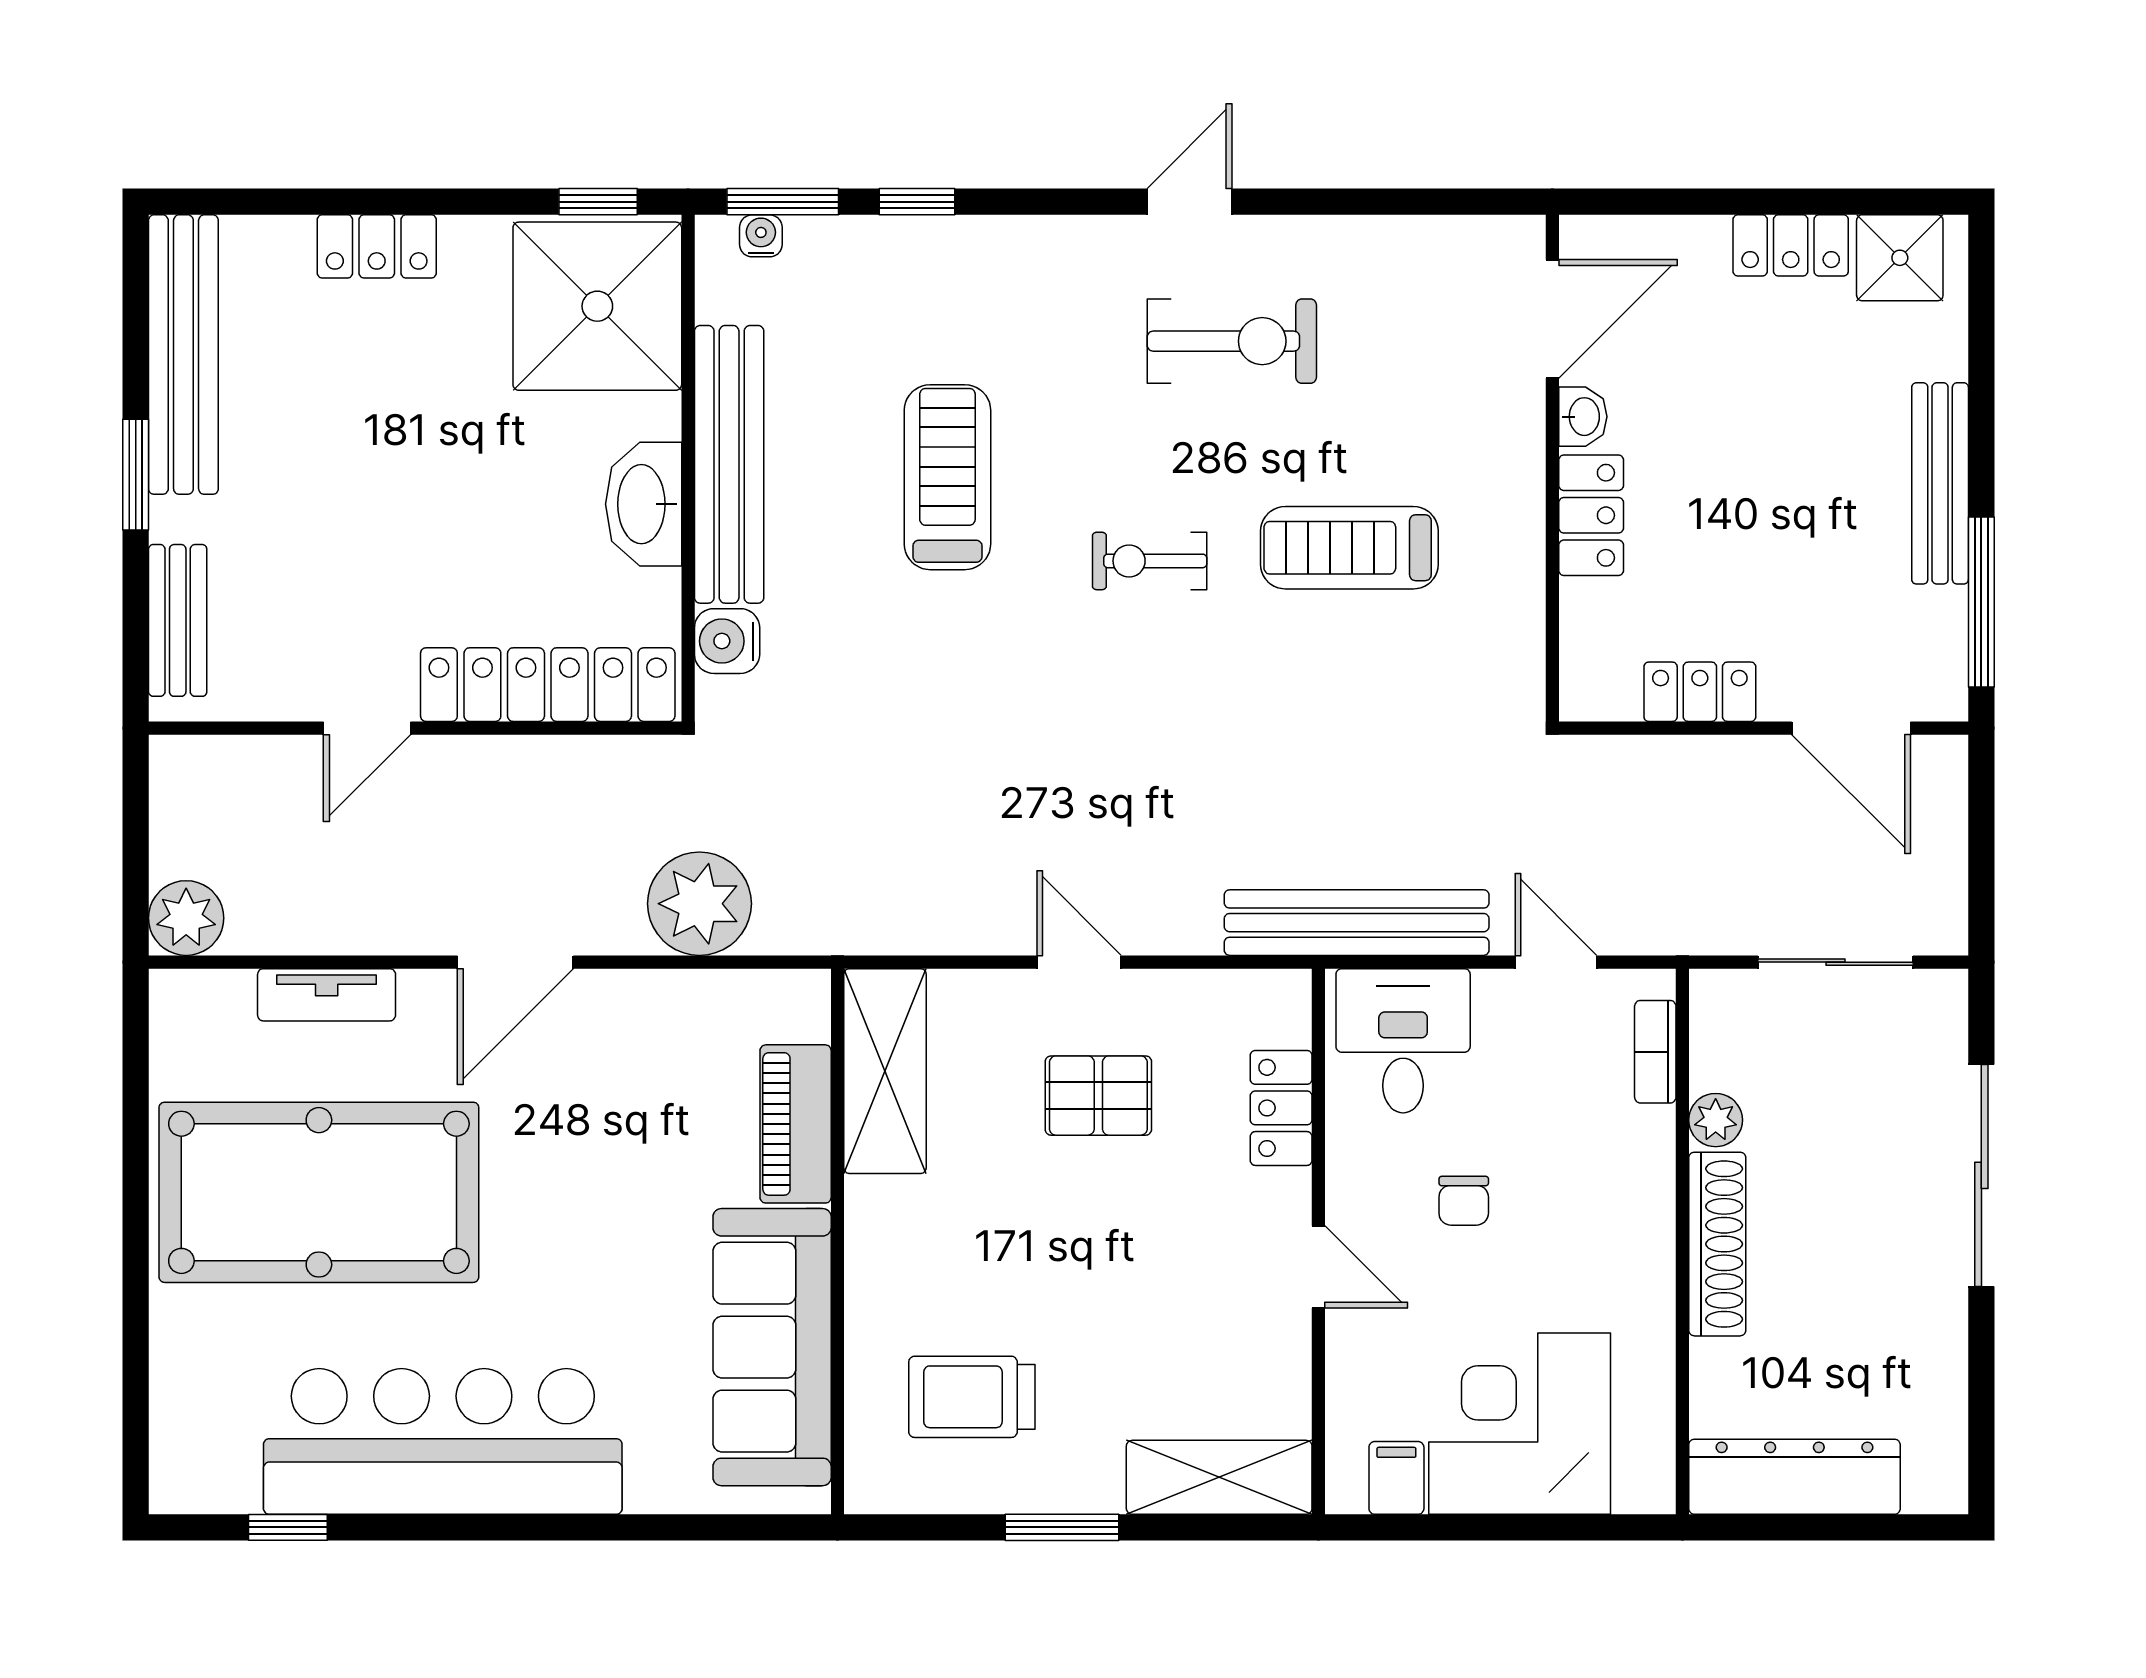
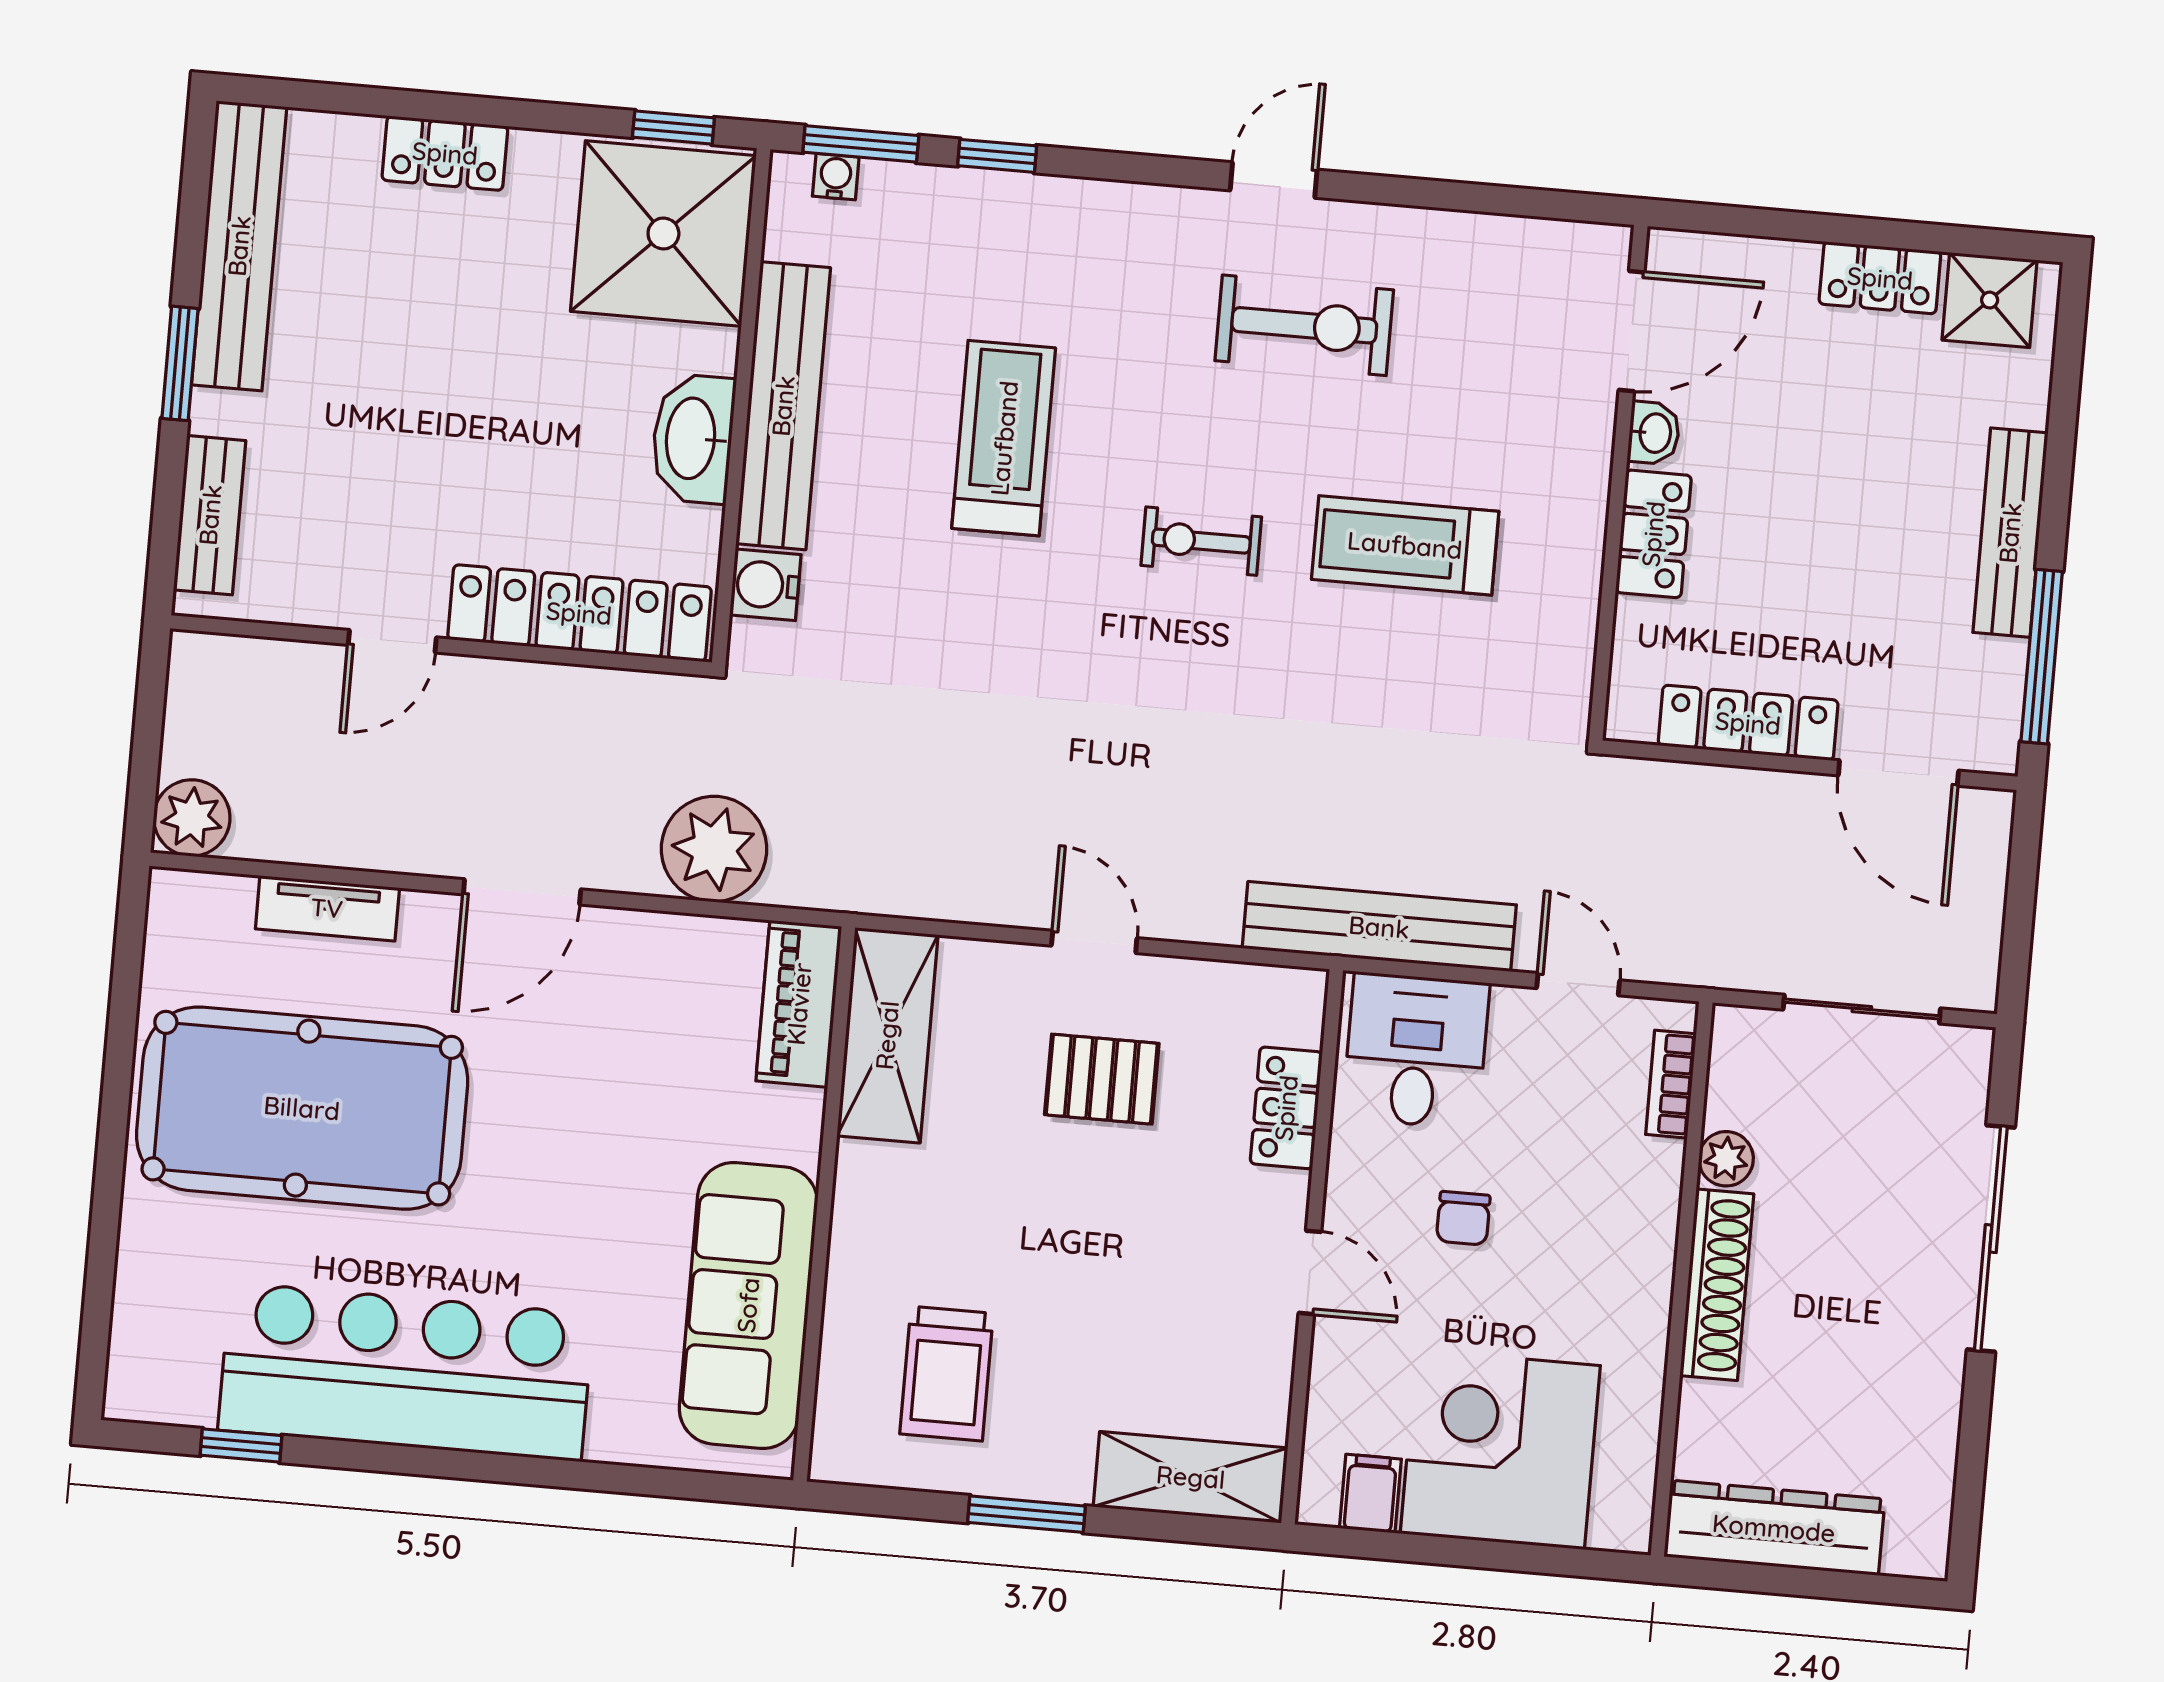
locker: (1700, 692) -> (1748, 723), width x1.53
piano: (796, 1124) -> (799, 1004), moved
trolley: (972, 1397) -> (947, 1374), turned -90

